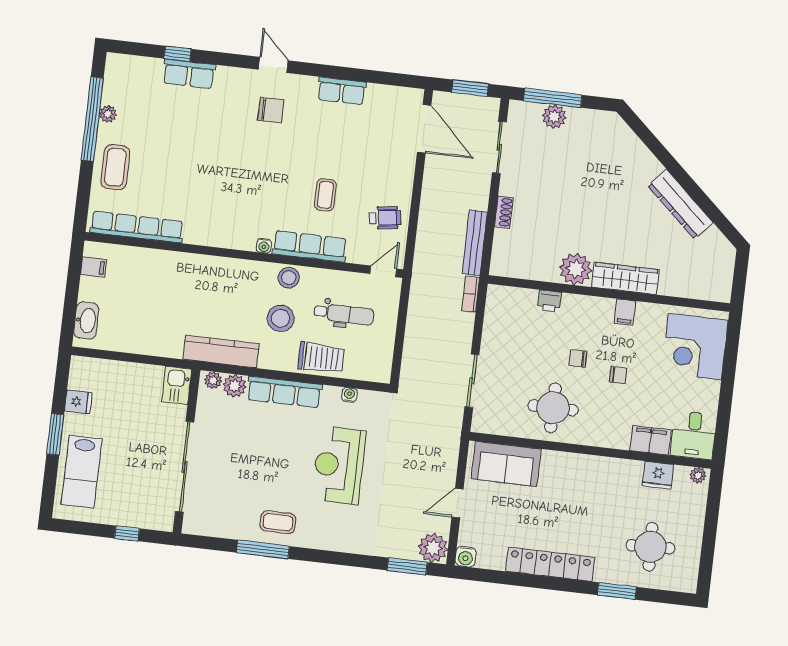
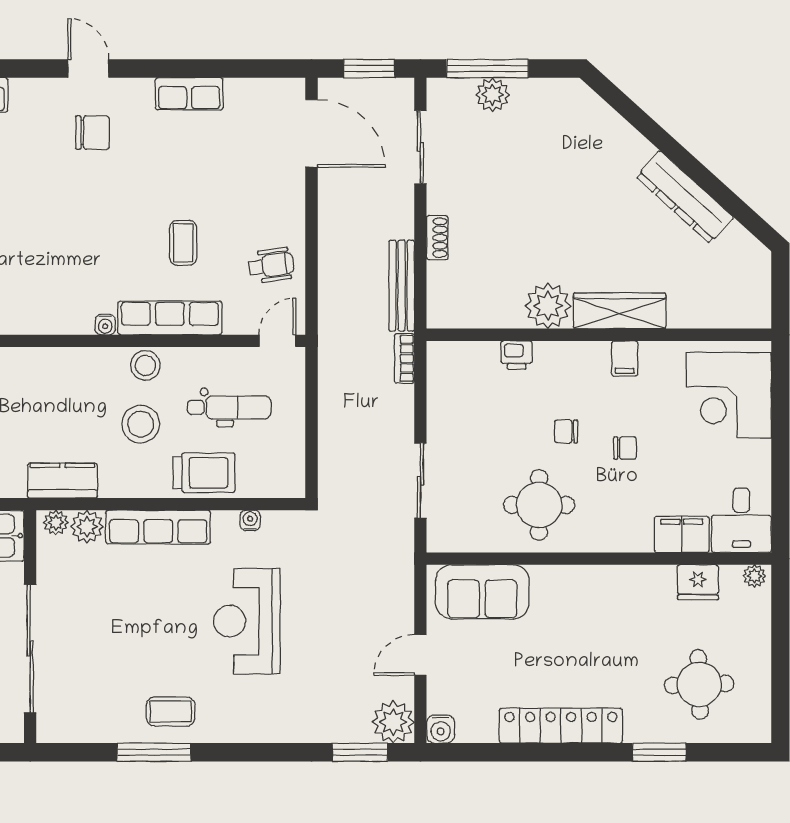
kitchen counter: (221, 352) -> (62, 481), width x0.67

